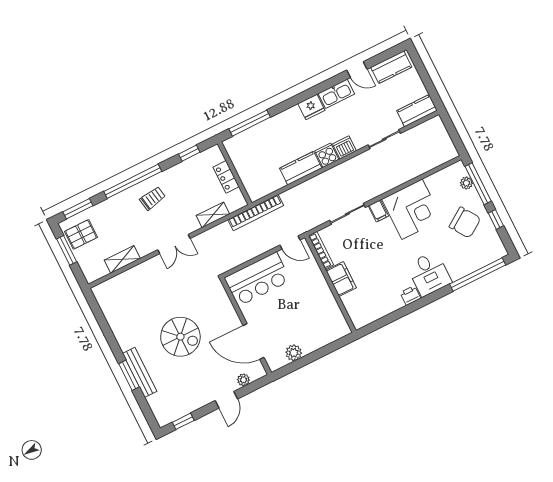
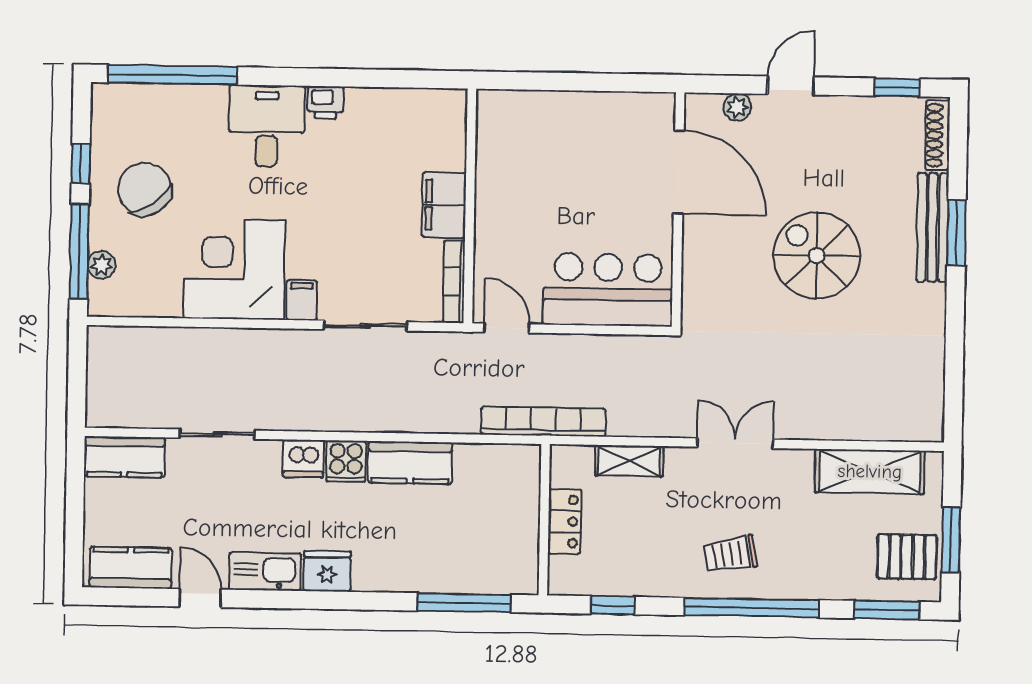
shelving: (122, 259) -> (870, 471), width x1.50, depth x1.33
plant: (294, 353) -> (612, 109), removed
shoe rack: (157, 411) -> (938, 135), added

